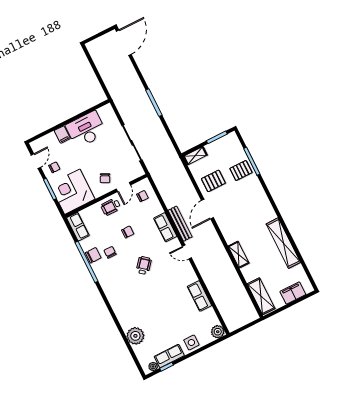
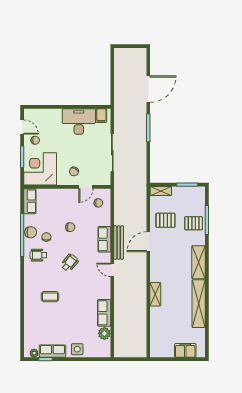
door: (124, 43) -> (148, 89), moved
filing cabinet: (62, 135) -> (101, 116), moved
door: (36, 161) -> (22, 127), hinge flipped
wheelchair: (111, 207) -> (38, 255), moved
shelving: (261, 296) -> (199, 262), moved
coffee table: (141, 306) -> (50, 297), added
plant: (218, 332) -> (104, 333), moved
plant: (135, 336) -> (32, 319), removed

